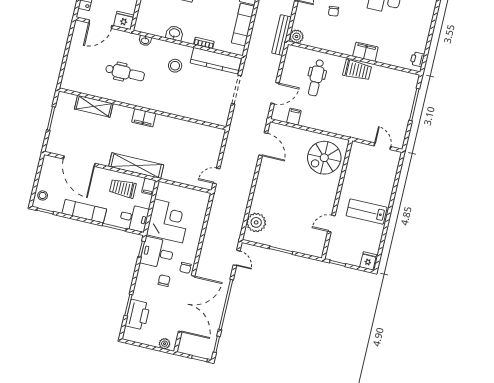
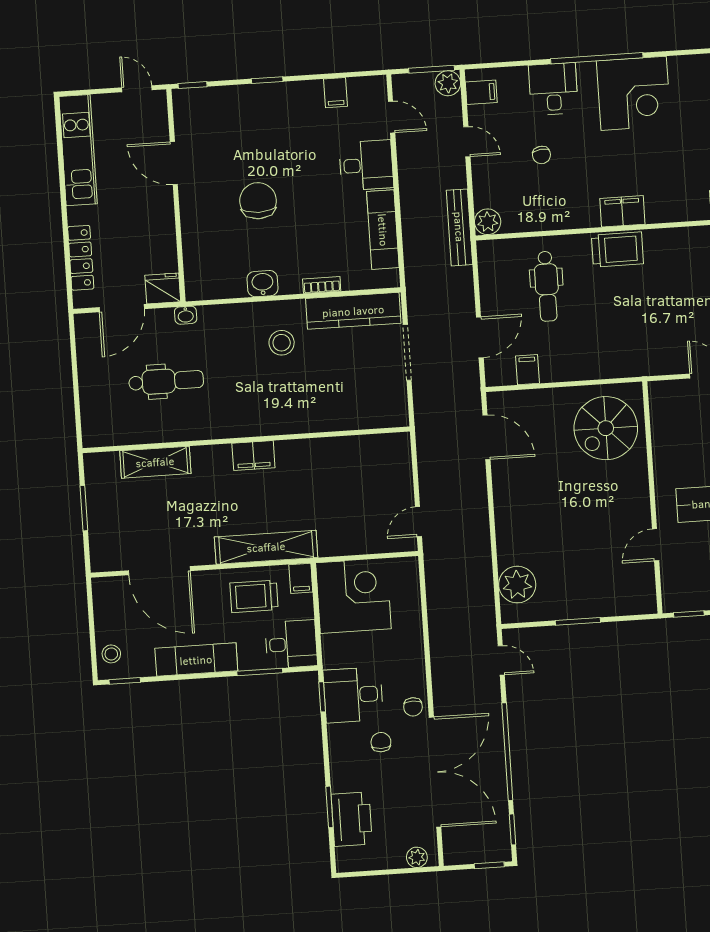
washbasin: (145, 41) -> (186, 315), moved
dental chair: (125, 73) -> (166, 381), moved
corner desk: (168, 221) -> (353, 596), moved

